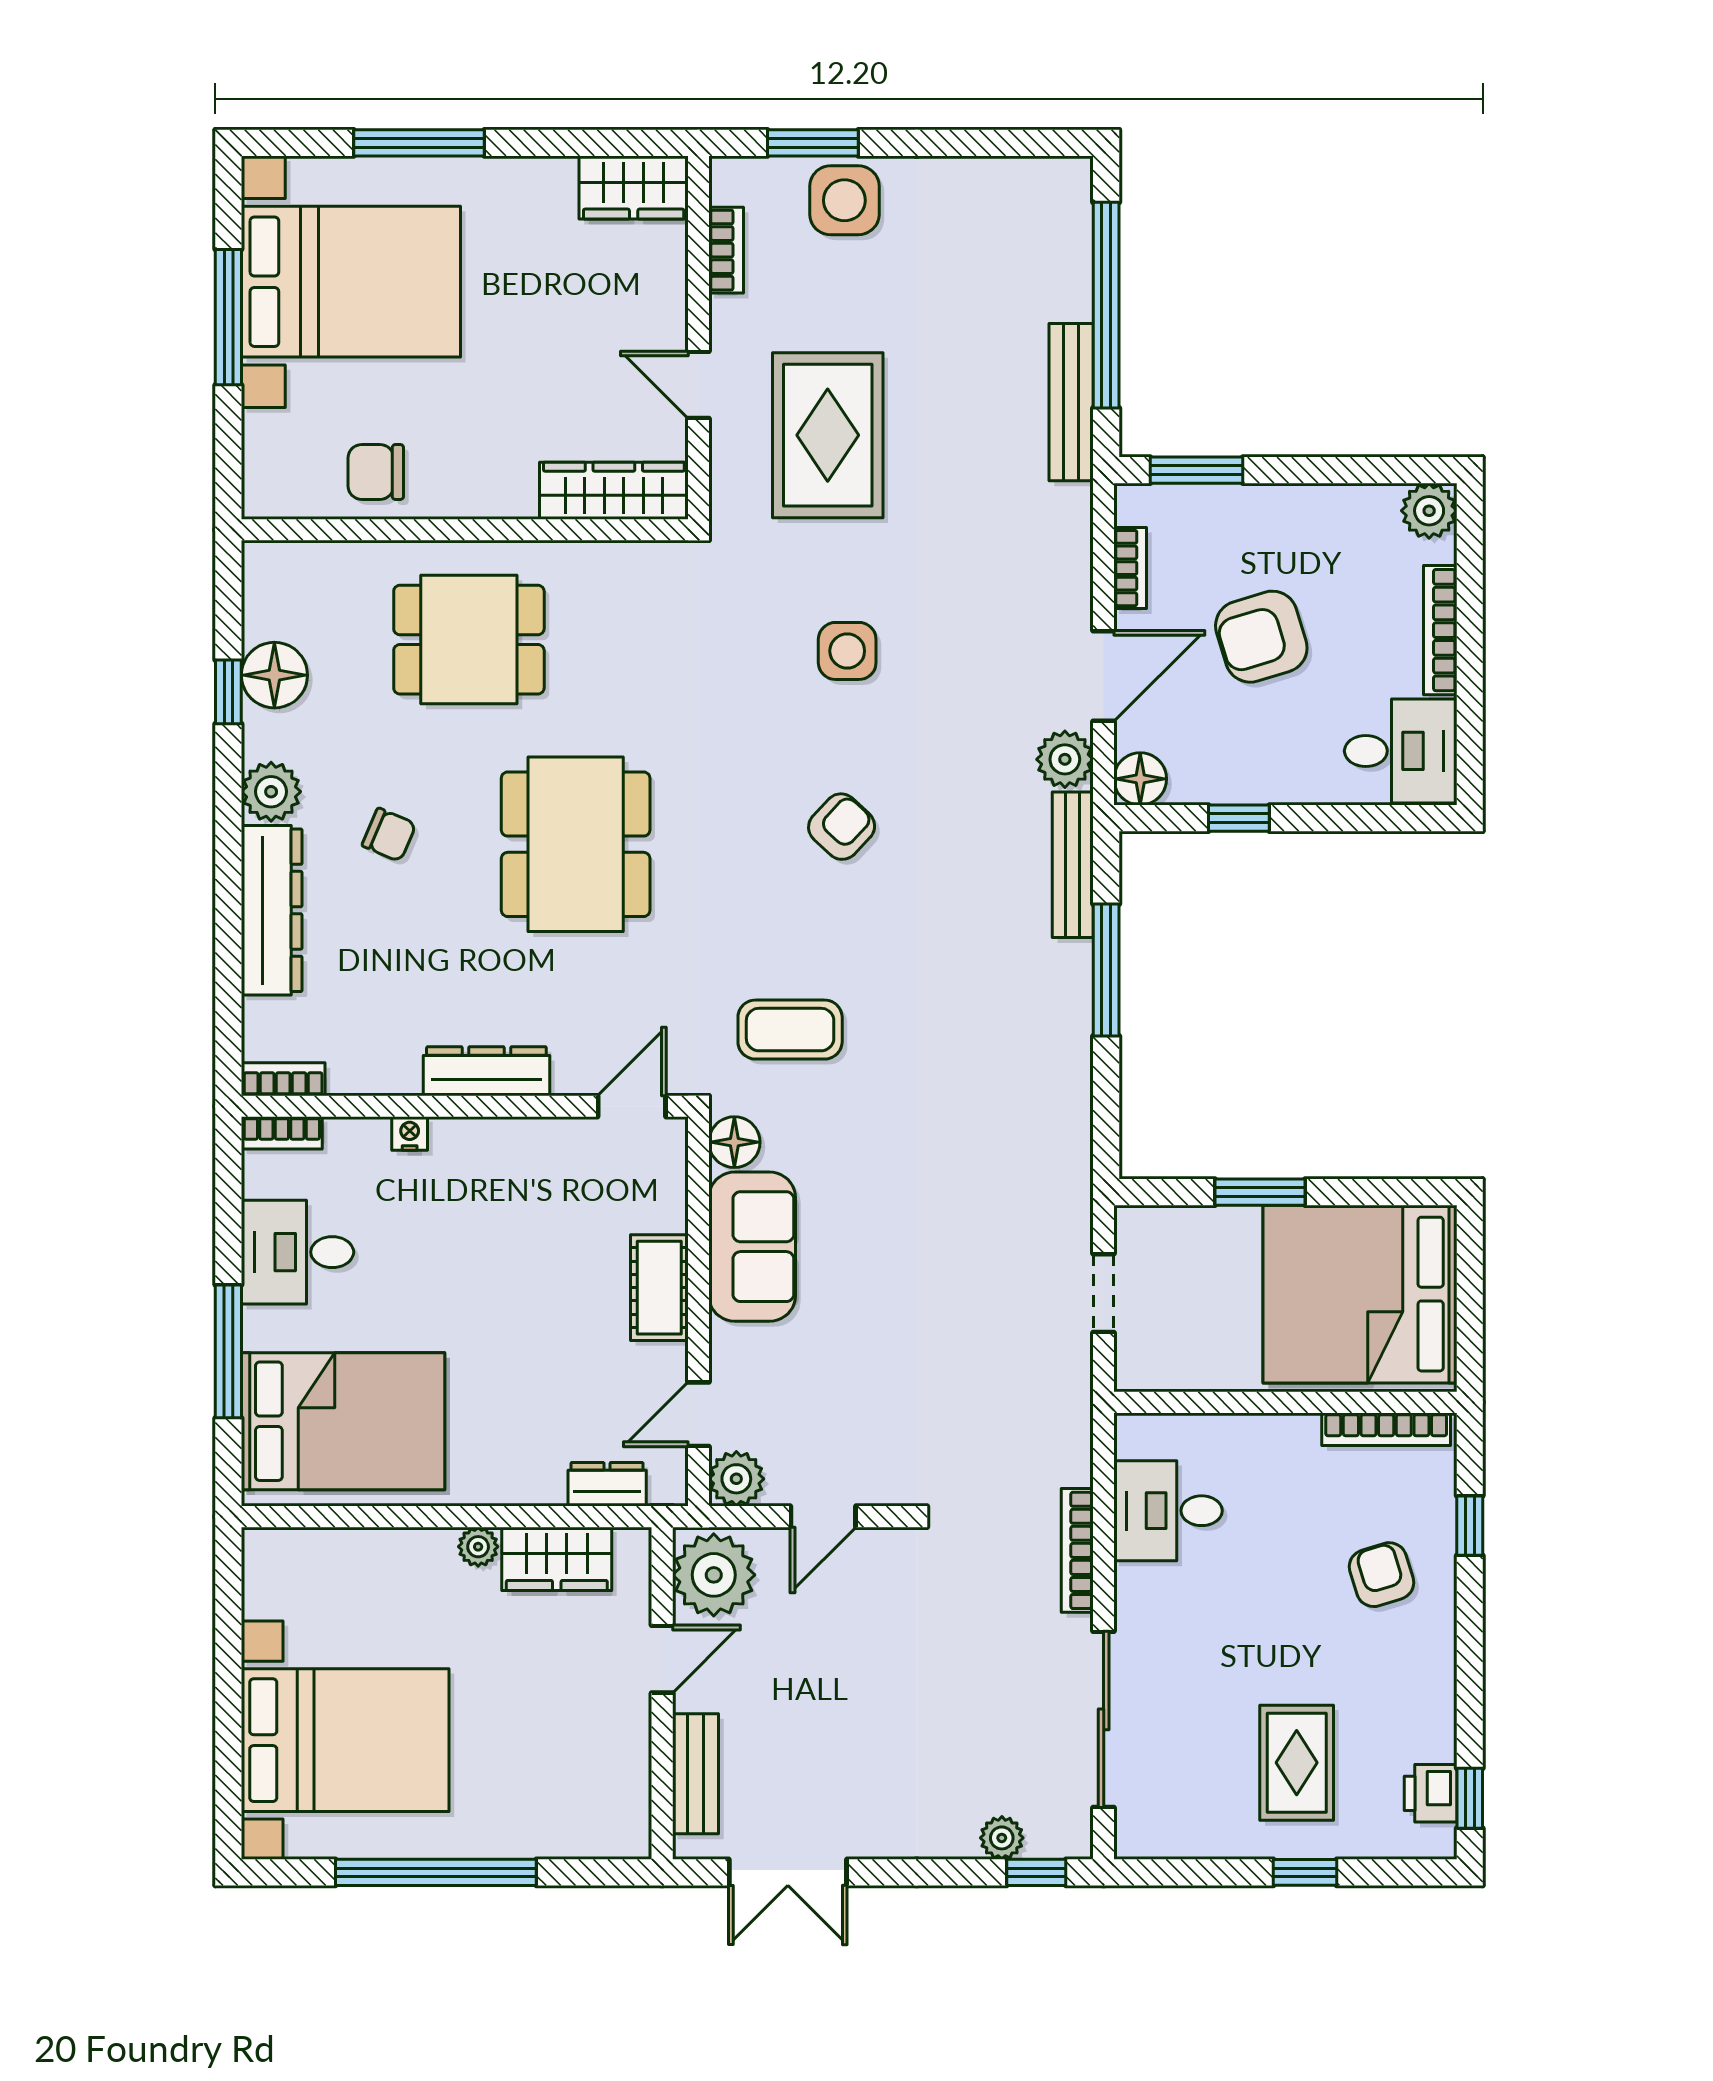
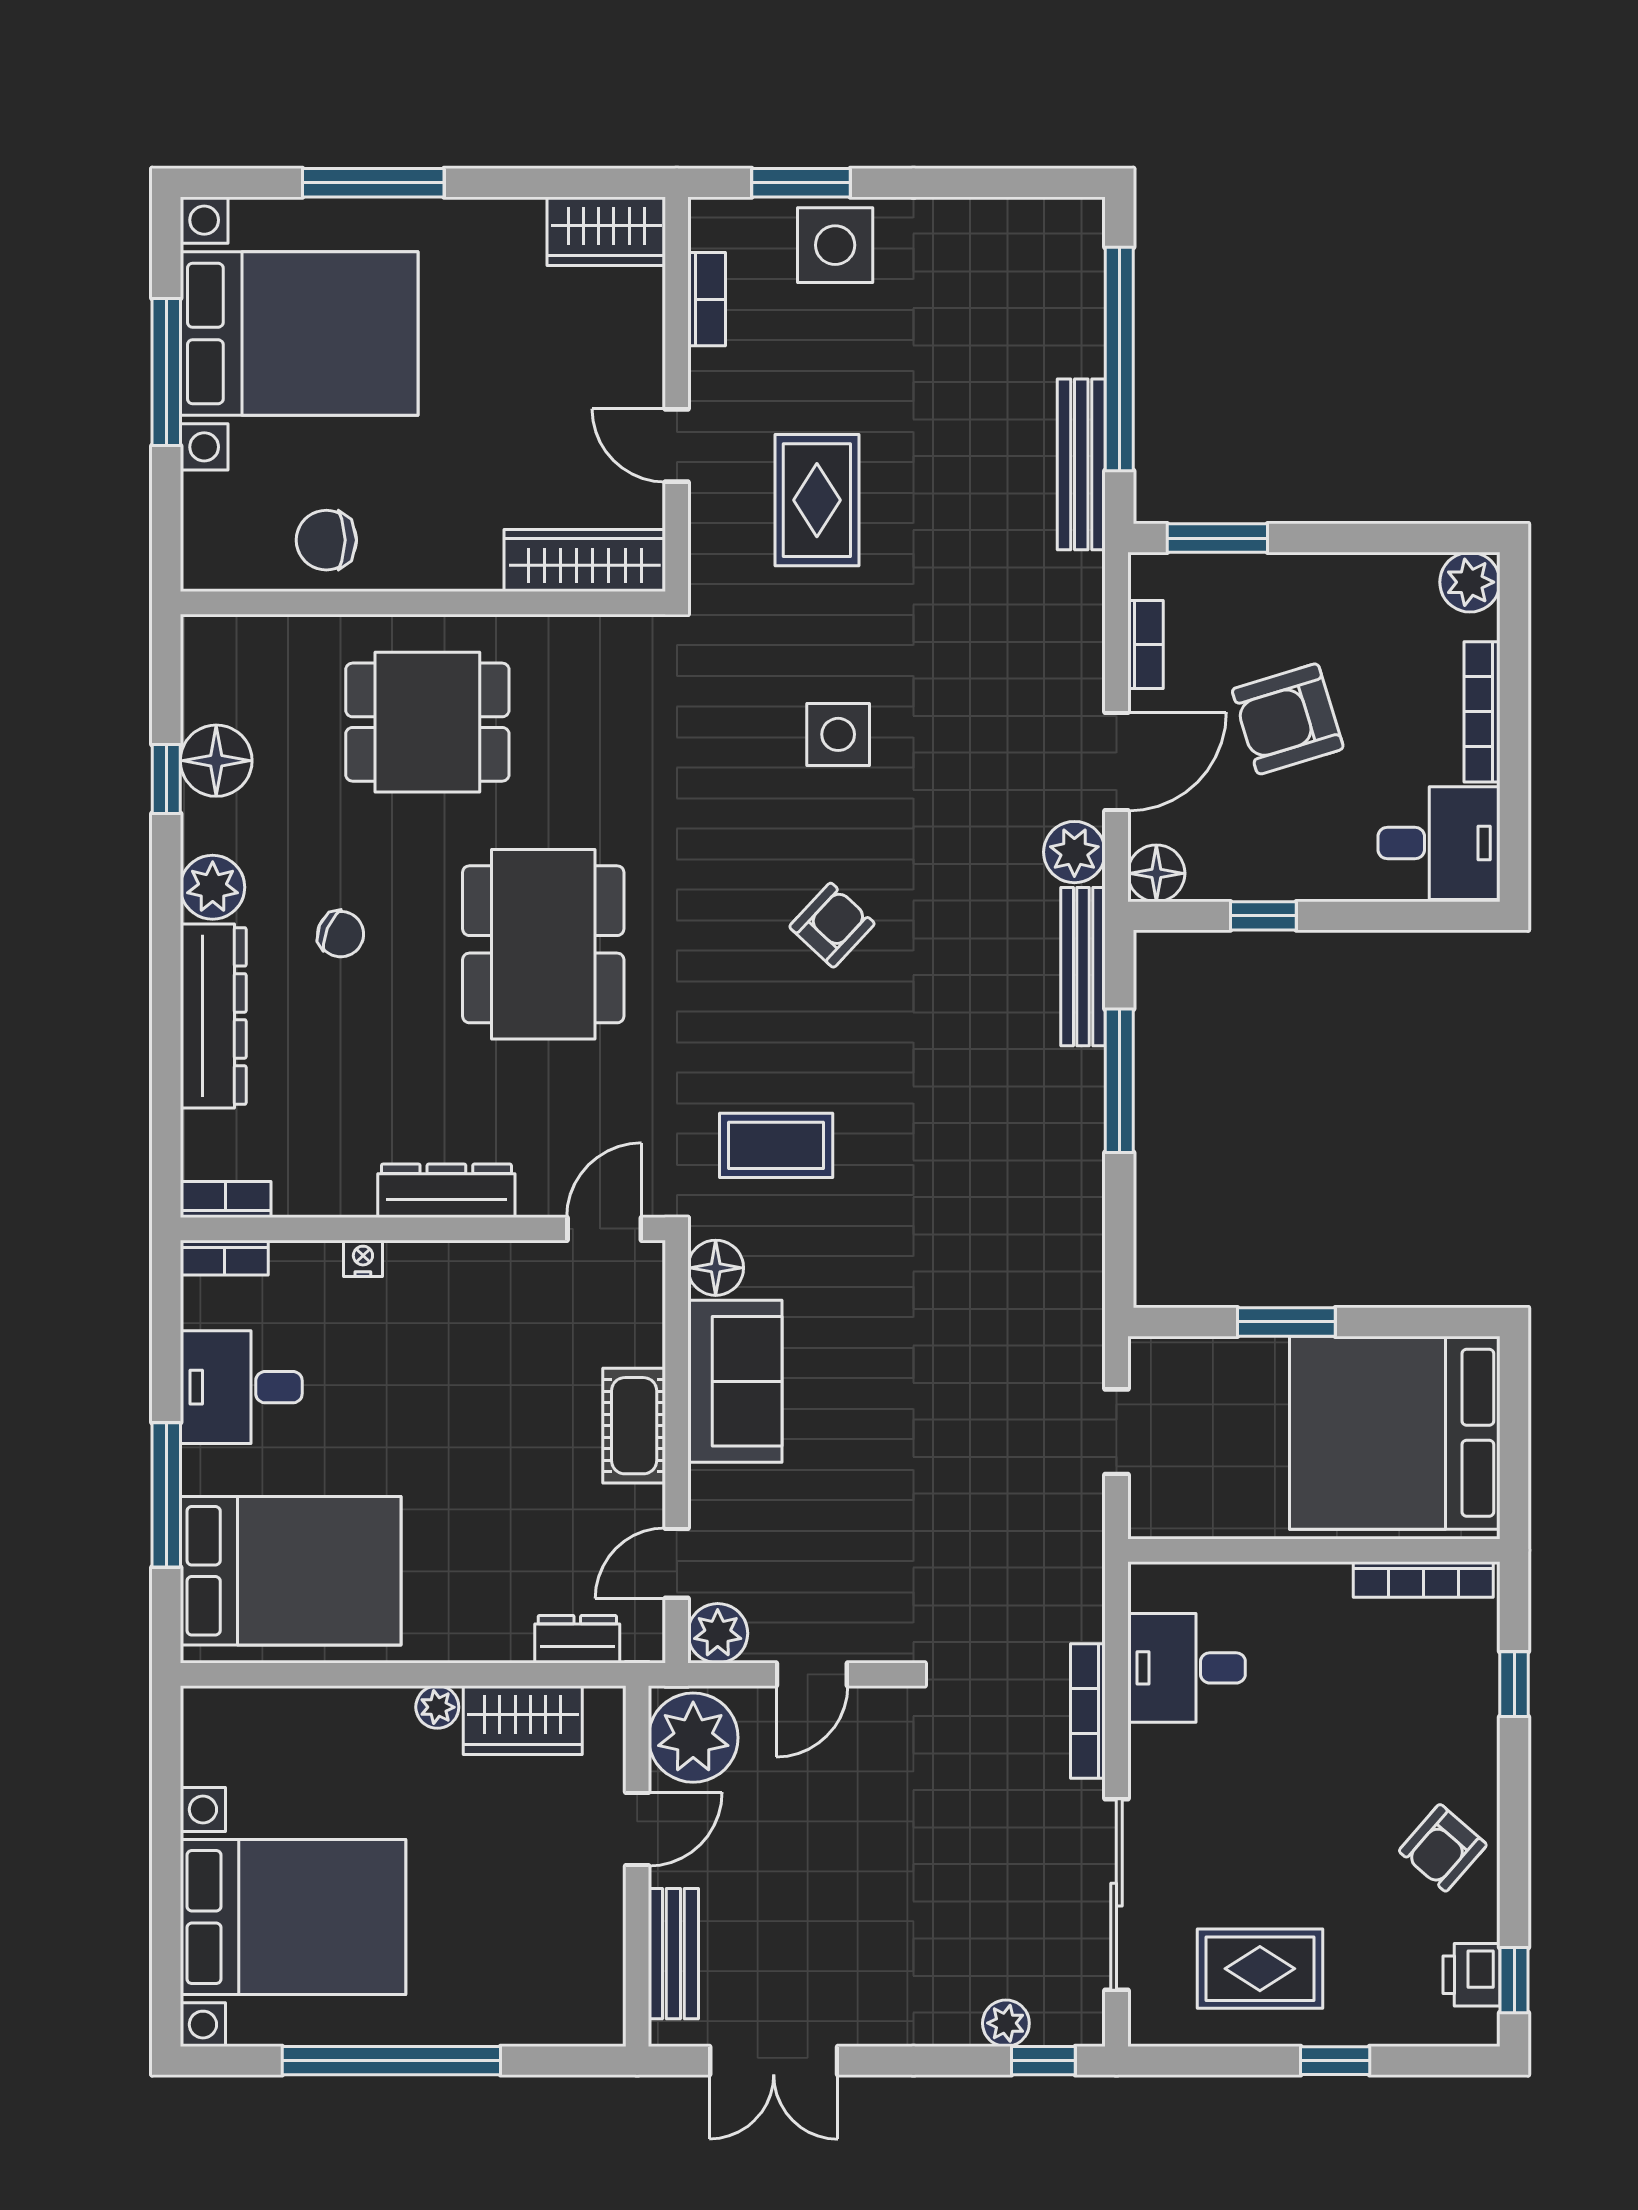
rug: (828, 435) -> (817, 500), width x0.73, depth x0.70
armchair: (1381, 1575) -> (1443, 1848), moved, turned -122
rug: (1297, 1763) -> (1260, 1969), moved, turned 90

